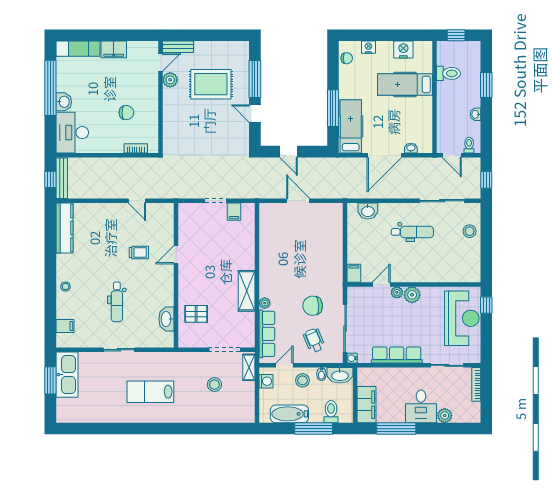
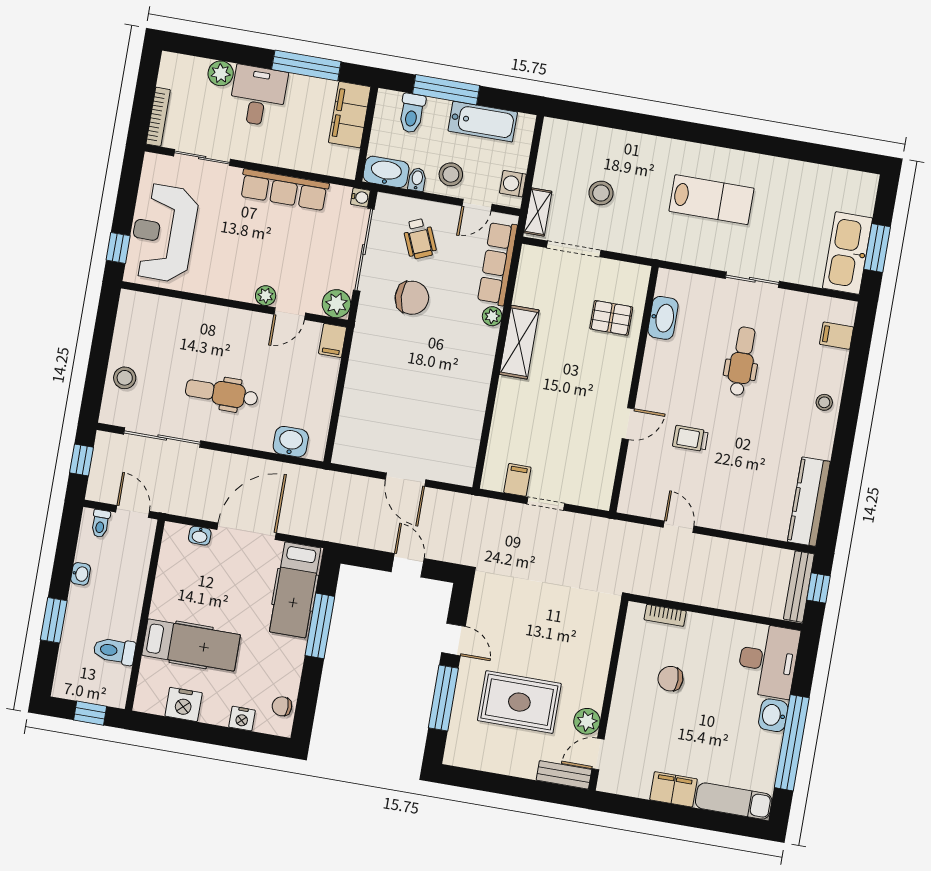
plant: (412, 295) -> (336, 304), moved

